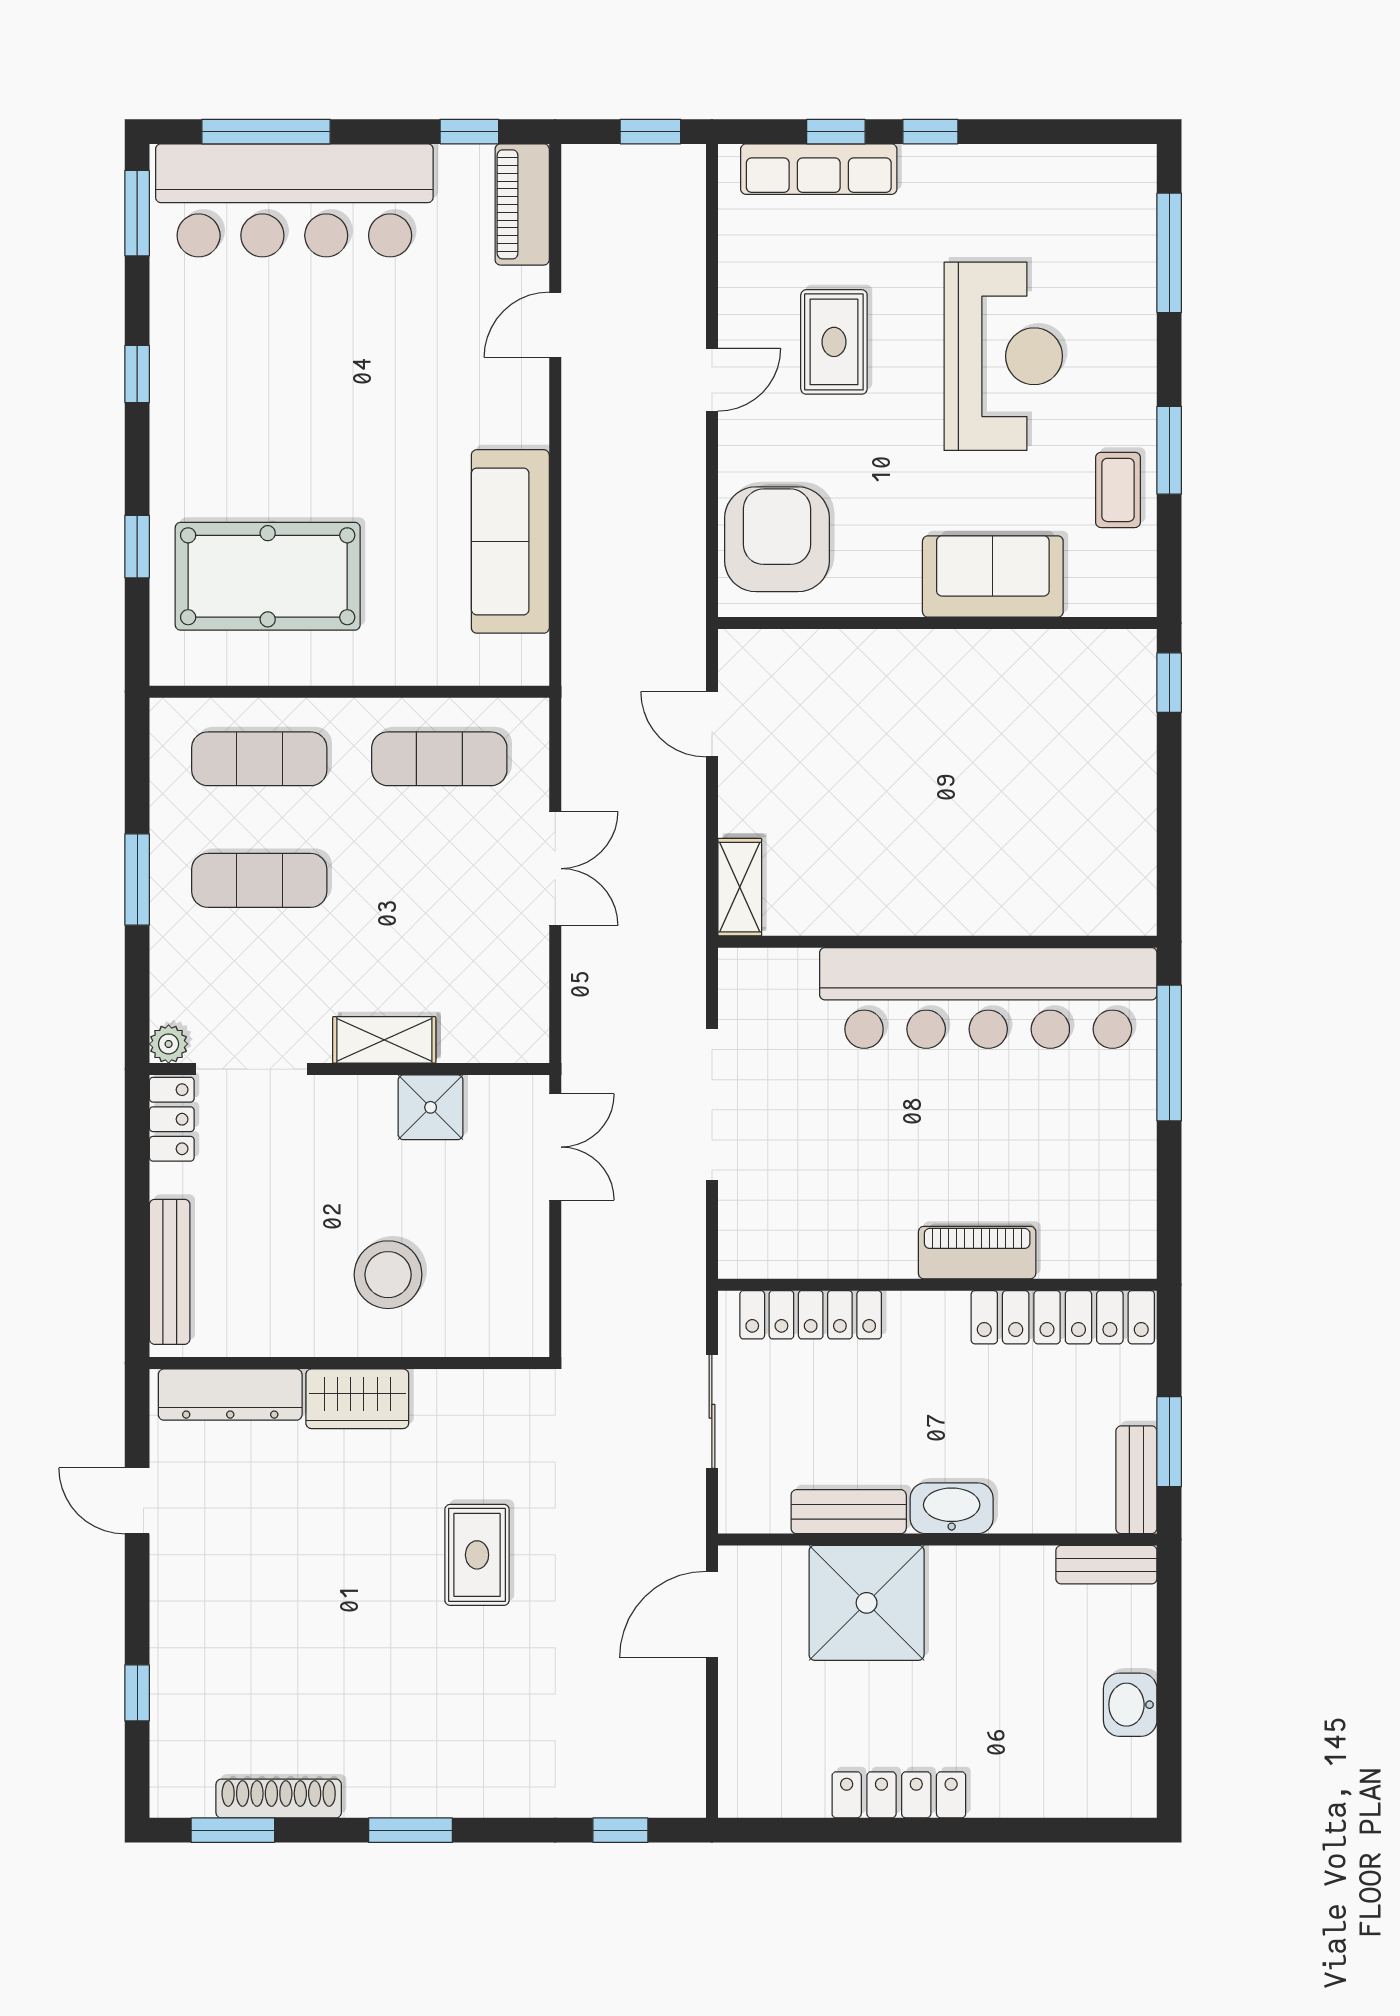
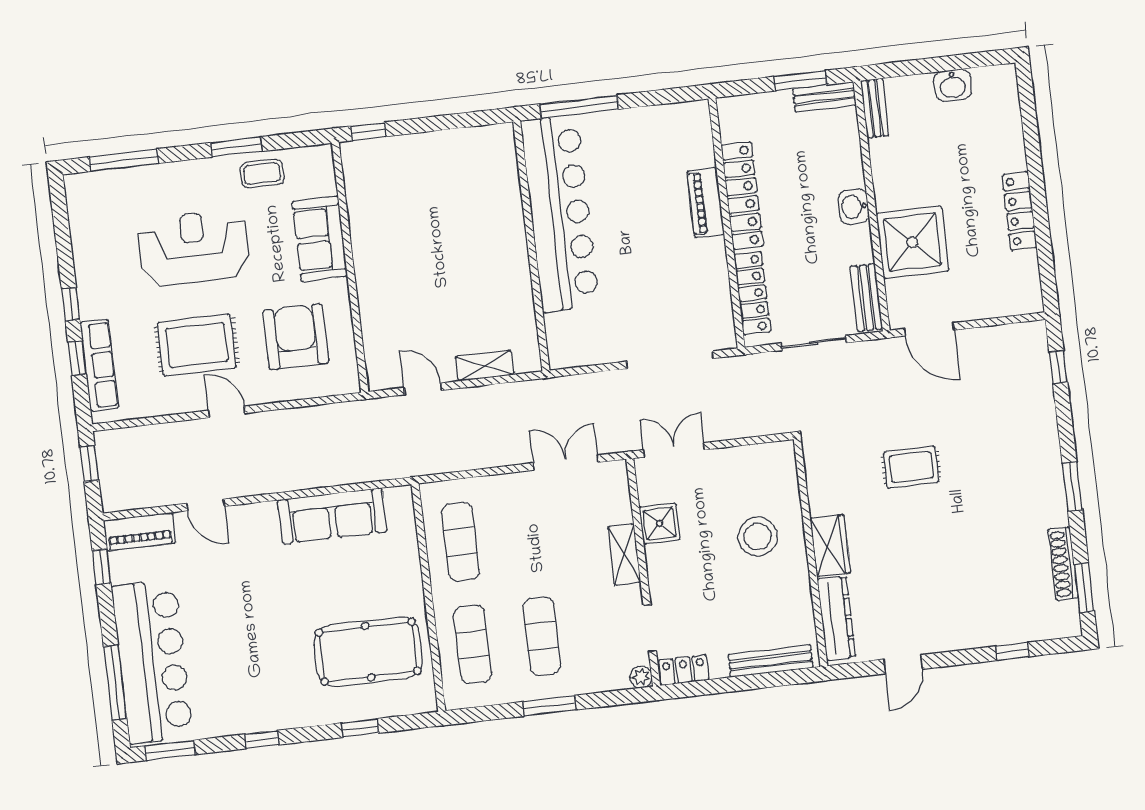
rug: (834, 342) -> (197, 345), width x1.36, depth x1.43
armchair: (777, 539) -> (296, 337), moved, turned 90
pool table: (268, 576) -> (368, 652), turned 90
door: (712, 724) -> (423, 389), swing flipped
double door: (555, 869) -> (566, 463), moved
shelving: (740, 887) -> (485, 366), moved
doorway: (251, 1069) -> (650, 628), width x0.73
doorway: (712, 1105) -> (670, 360), moved
locker: (1063, 1317) -> (742, 196), moved
washbasin: (952, 1508) -> (854, 207), width x0.72
bench: (849, 1512) -> (866, 298), moved

